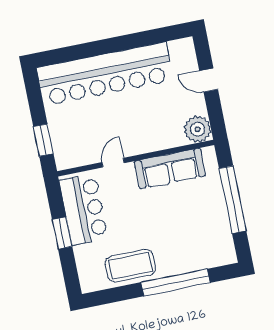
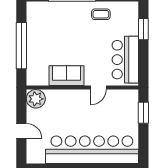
sofa: (170, 168) -> (66, 76), width x0.73
window: (62, 233) -> (143, 29), moved
coffee table: (130, 266) -> (101, 14), width x0.54, depth x0.58

